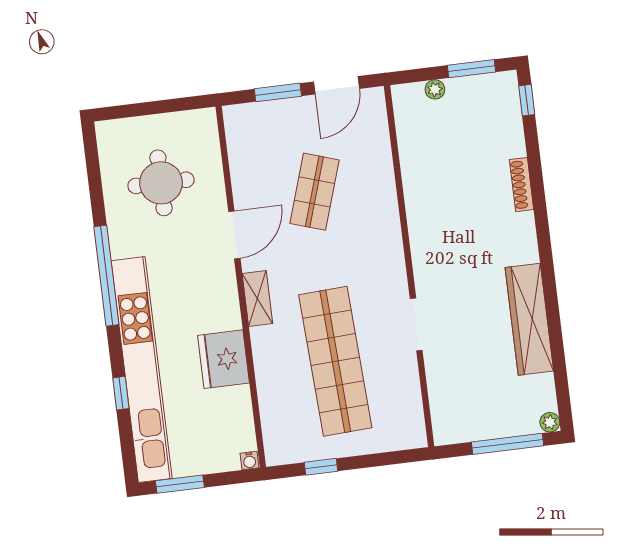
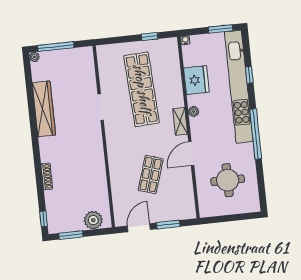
plant: (435, 89) -> (93, 220), width x1.88, depth x1.88
plant: (231, 319) -> (194, 112), added
fridge: (223, 359) -> (196, 80), moved

